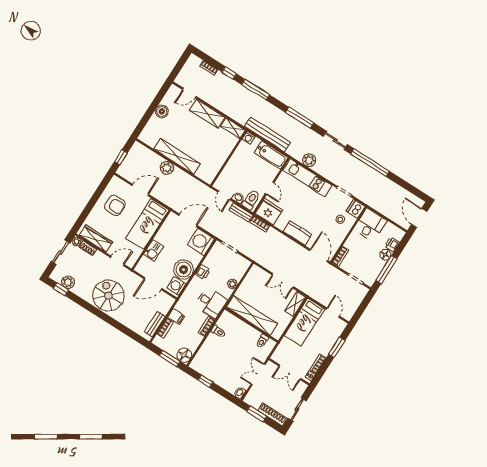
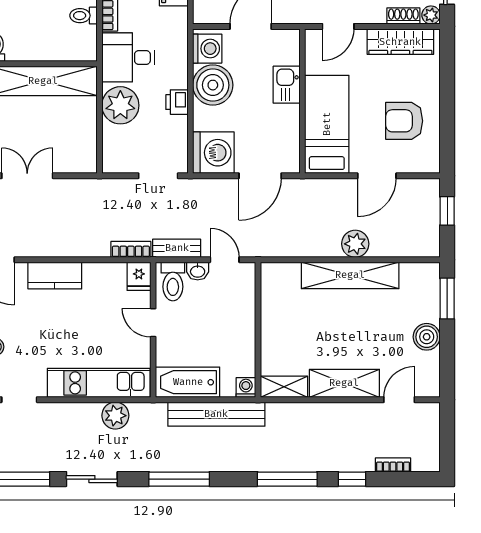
window: (144, 122) -> (447, 298), added
fridge: (269, 212) -> (139, 276), width x0.53, depth x0.75
plant: (232, 284) -> (120, 105), width x1.88, depth x1.88

